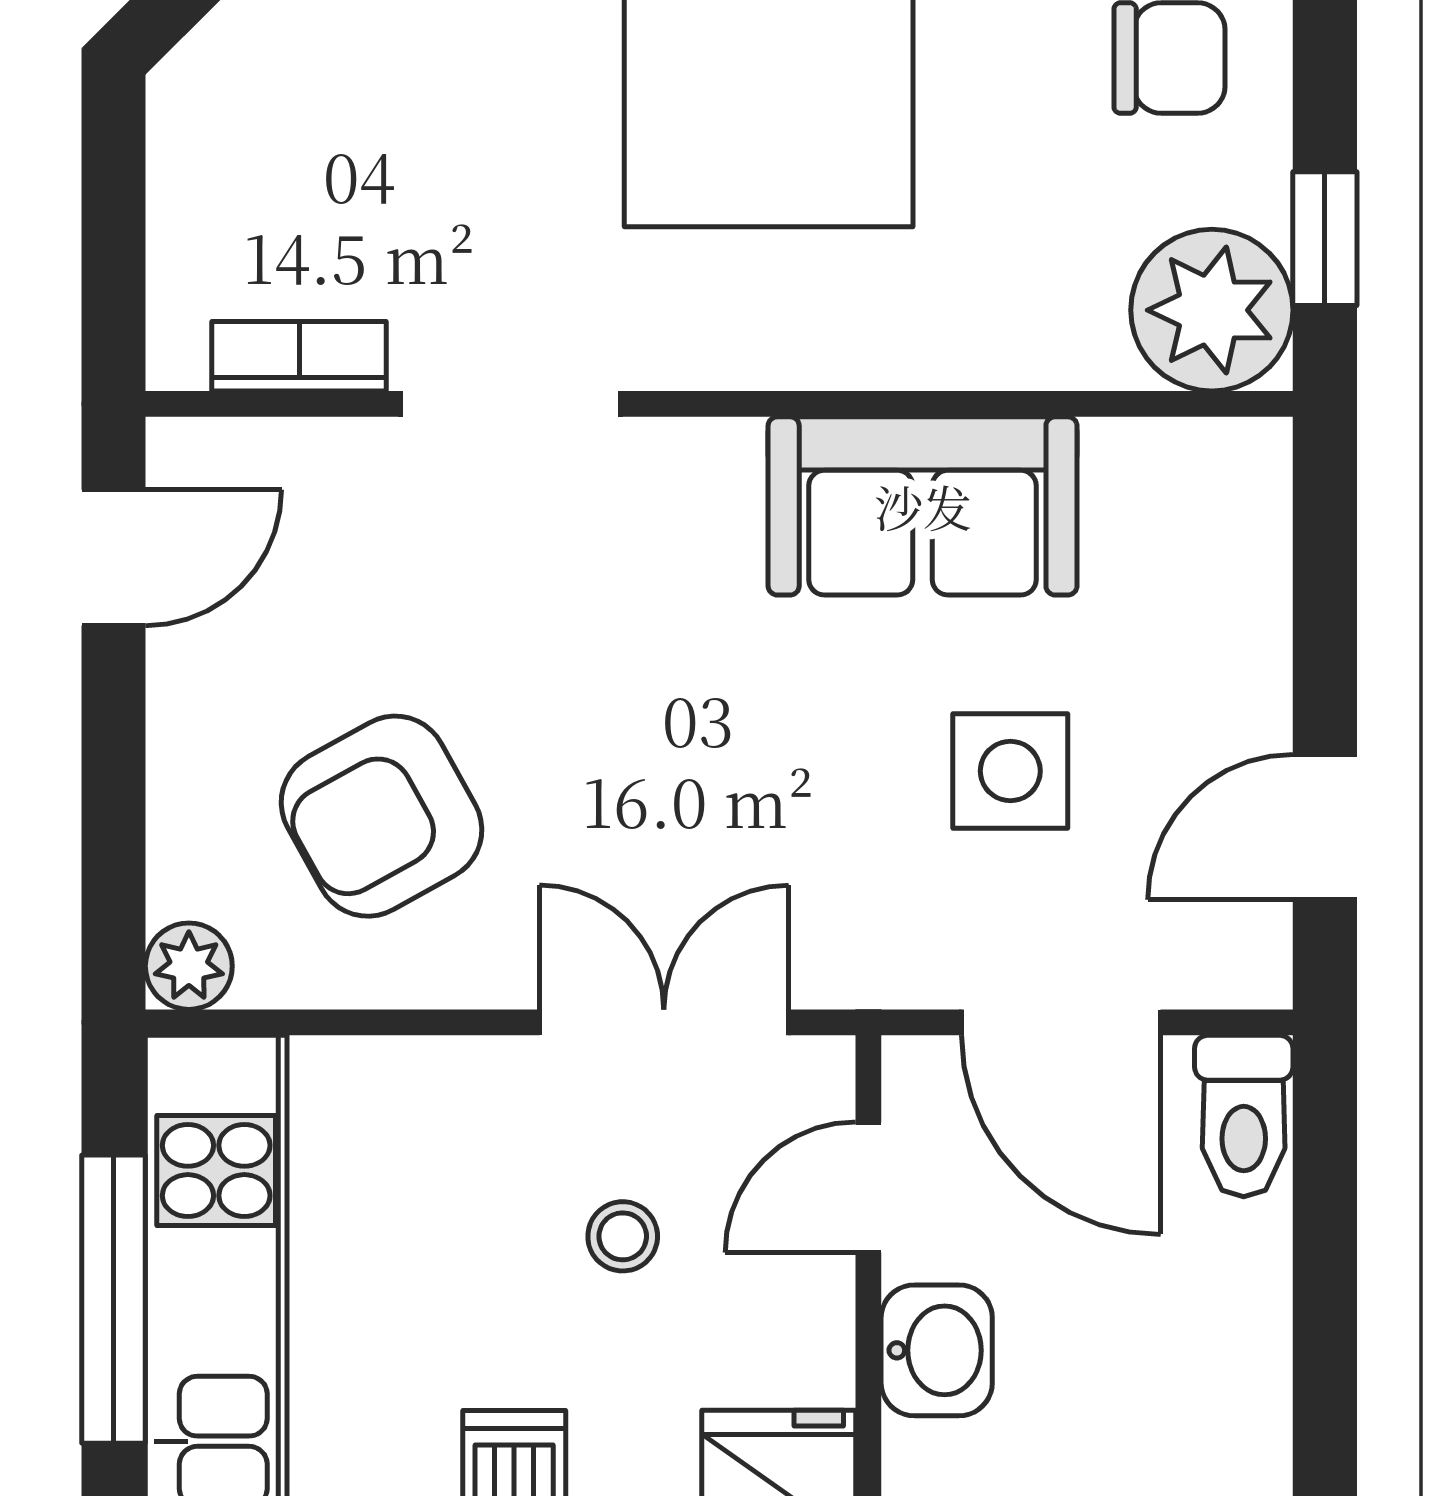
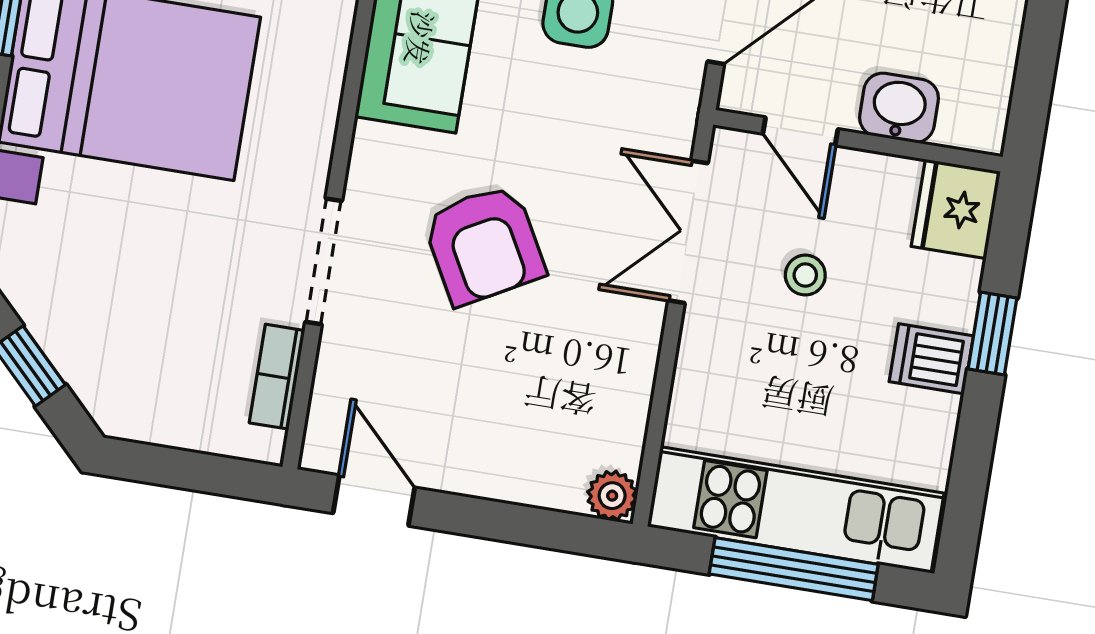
armchair: (382, 816) -> (484, 245), moved

